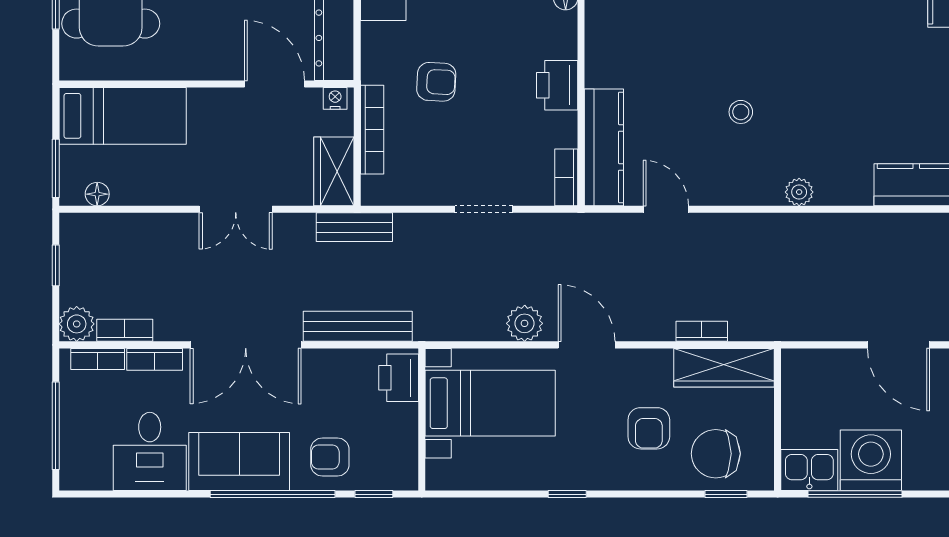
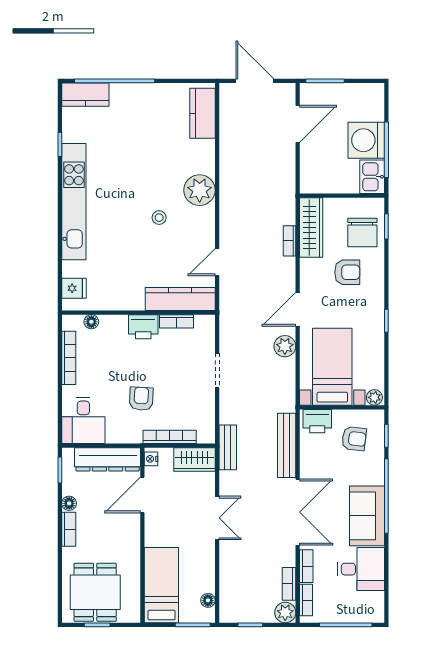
bookcase: (566, 177) -> (177, 321), moved
plant: (799, 192) -> (200, 190), width x1.88, depth x1.88
armchair: (330, 457) -> (354, 439), moved, turned -83
plant: (438, 474) -> (374, 397), added

